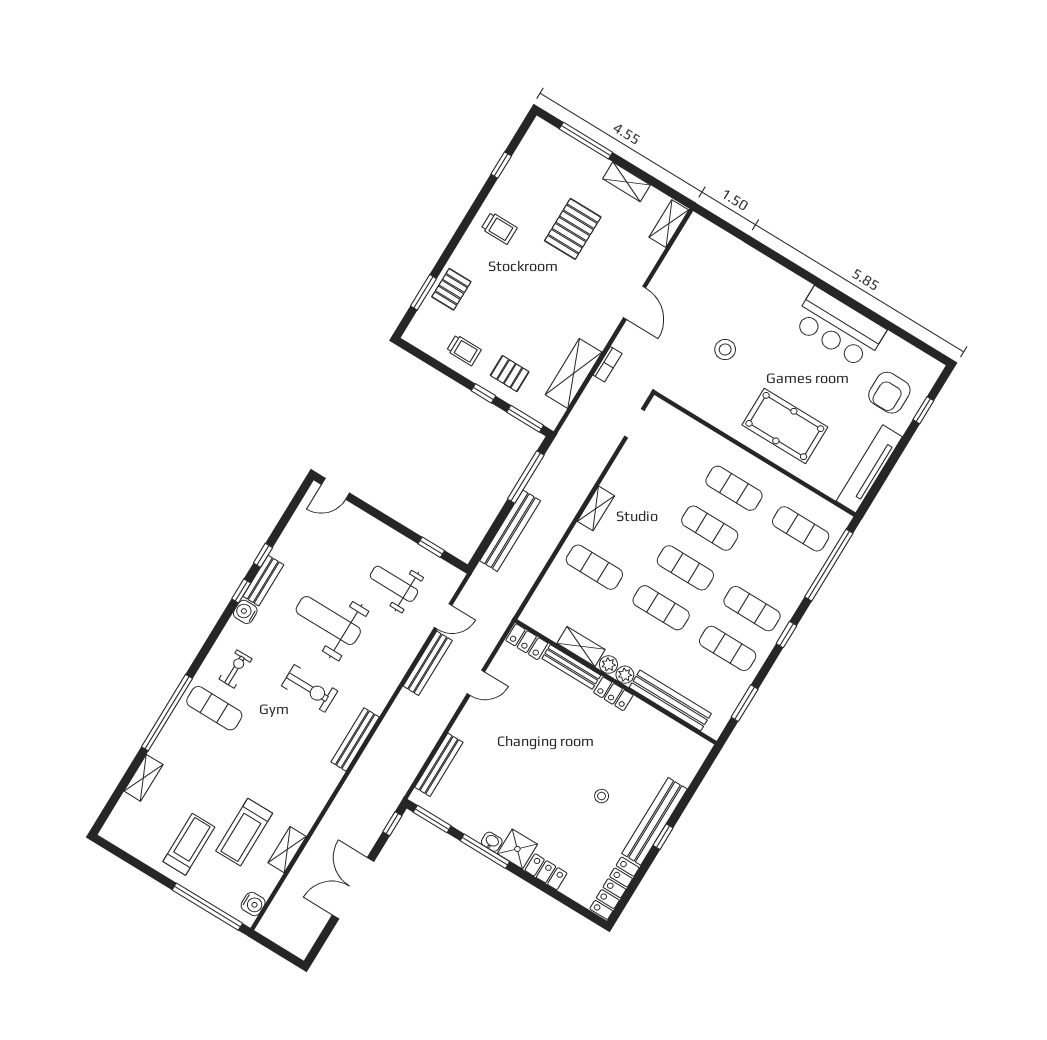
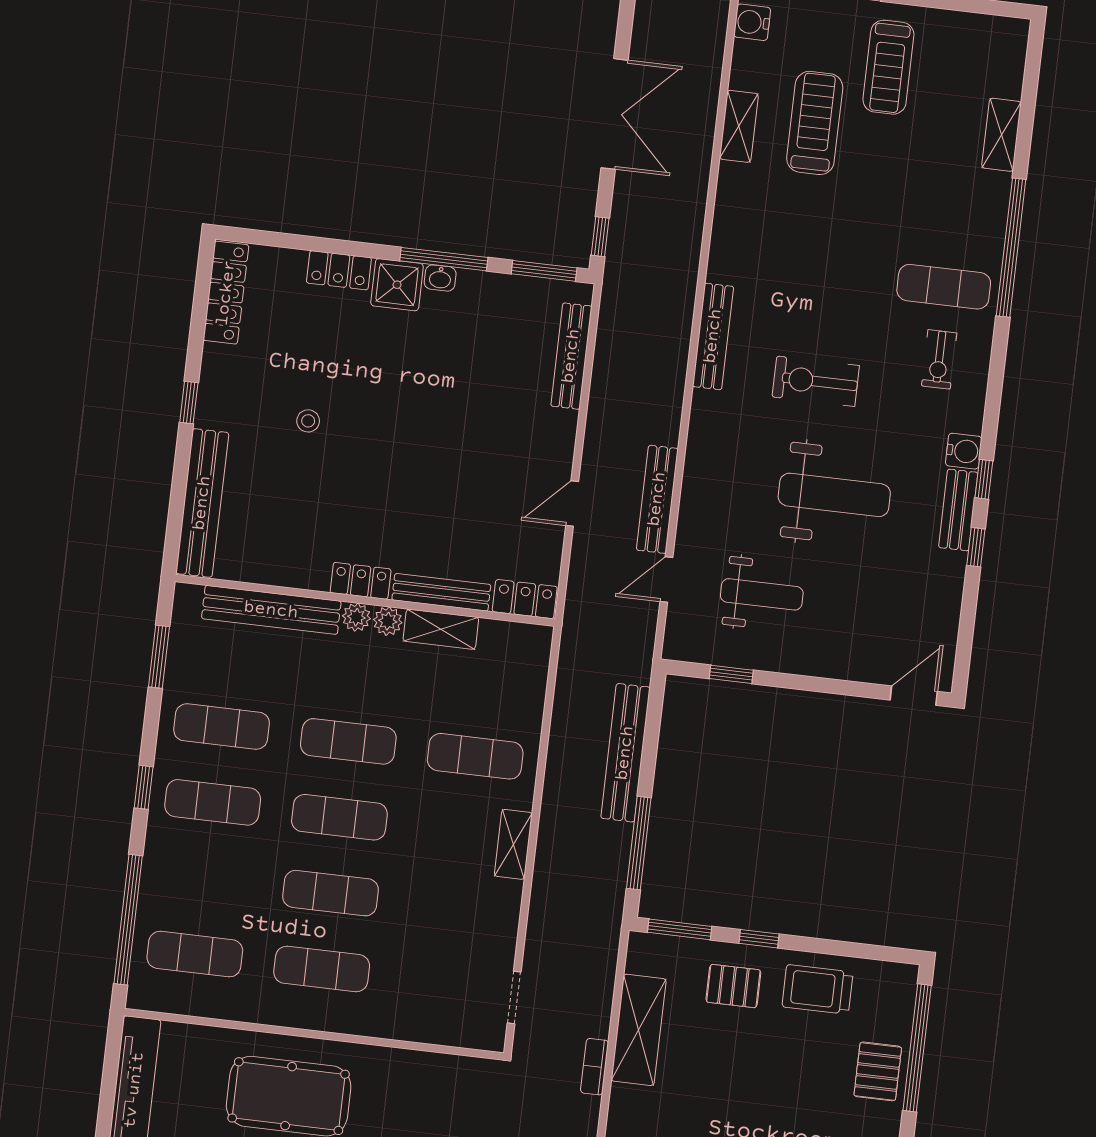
window: (424, 292) -> (917, 1048), width x2.11
trolley: (464, 350) -> (818, 989), width x1.36, depth x1.39
bench: (655, 821) -> (202, 503), moved

